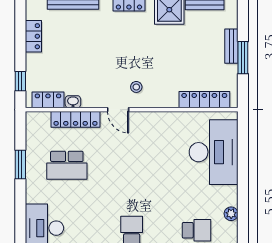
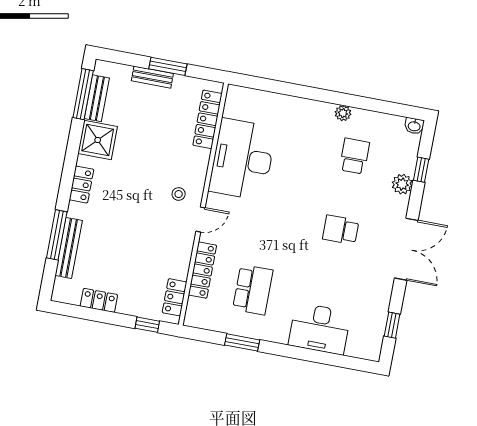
washbasin: (73, 102) -> (182, 269), removed
desk: (214, 152) -> (242, 159), moved, turned -90

